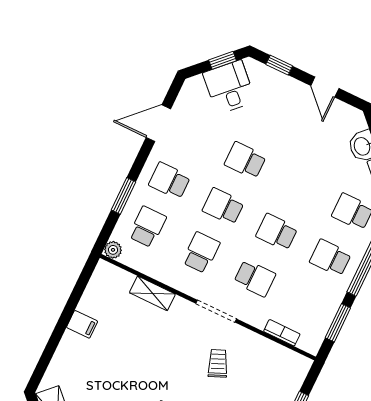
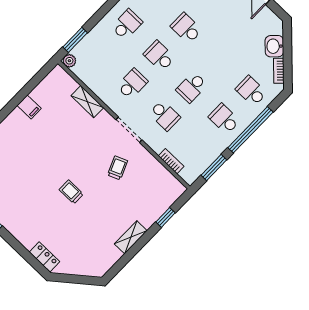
school desk: (170, 181) -> (127, 25), turned 90
window: (124, 196) -> (75, 40), moved
school desk: (147, 227) -> (100, 52), removed
school desk: (277, 232) -> (192, 87), turned -90

